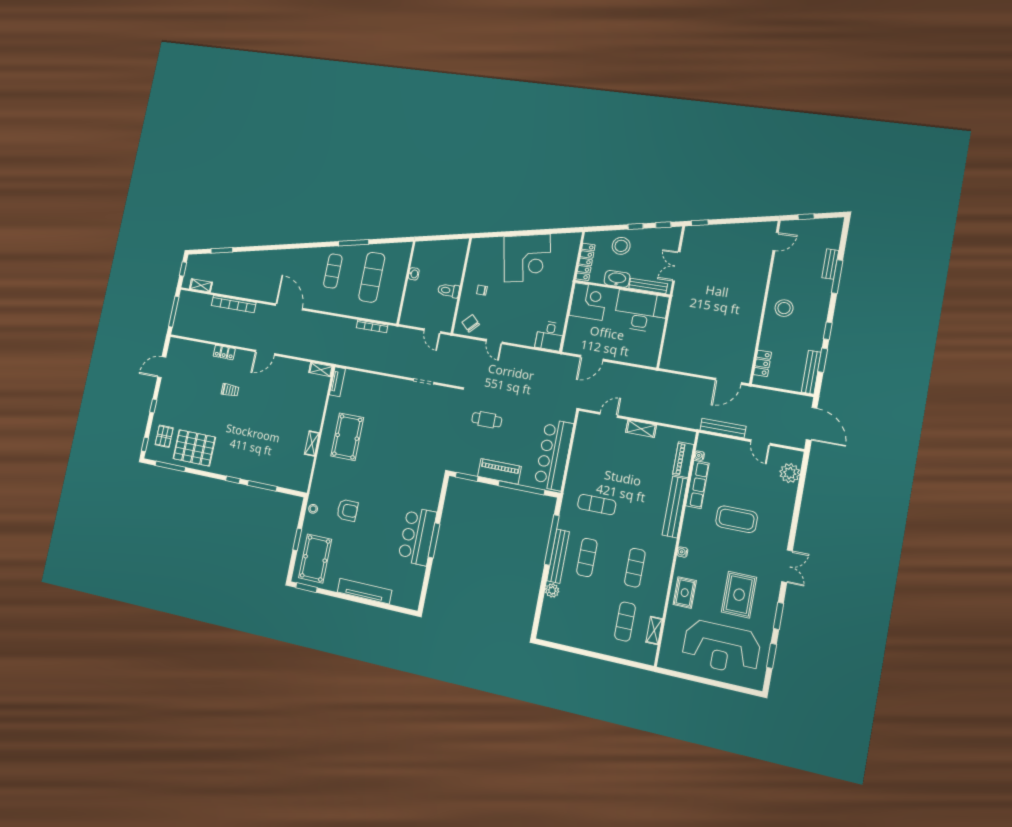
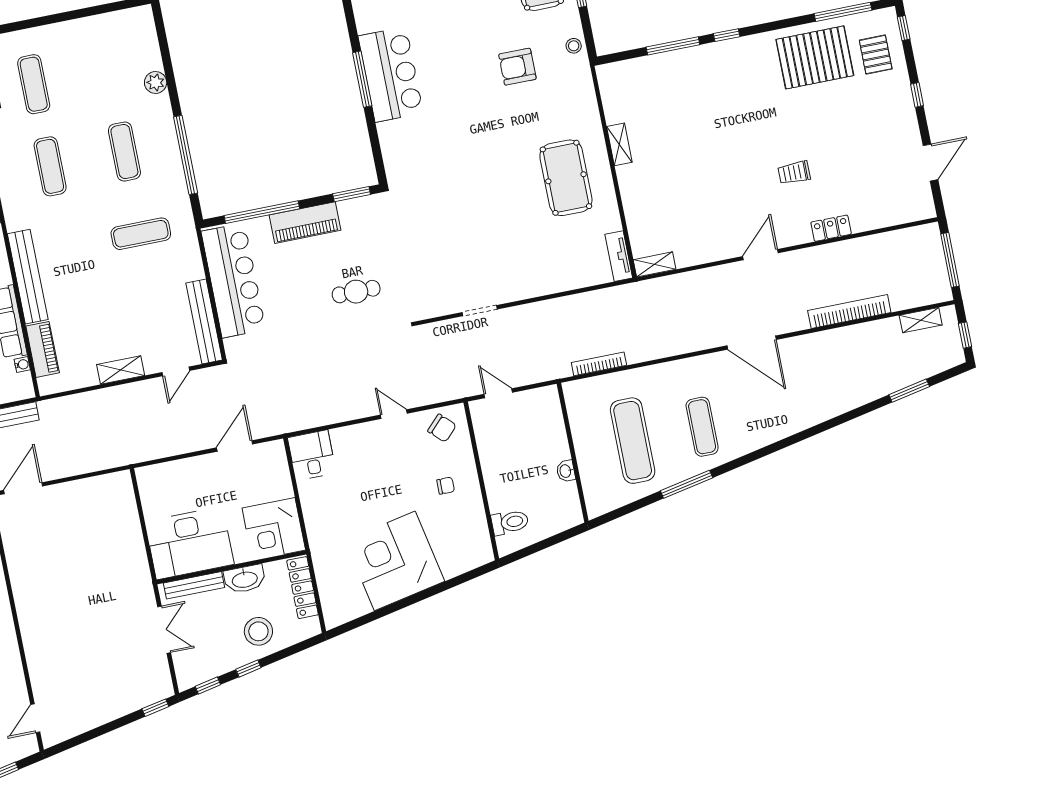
toilet: (449, 291) -> (510, 522), moved
bench: (558, 556) -> (204, 322), moved

